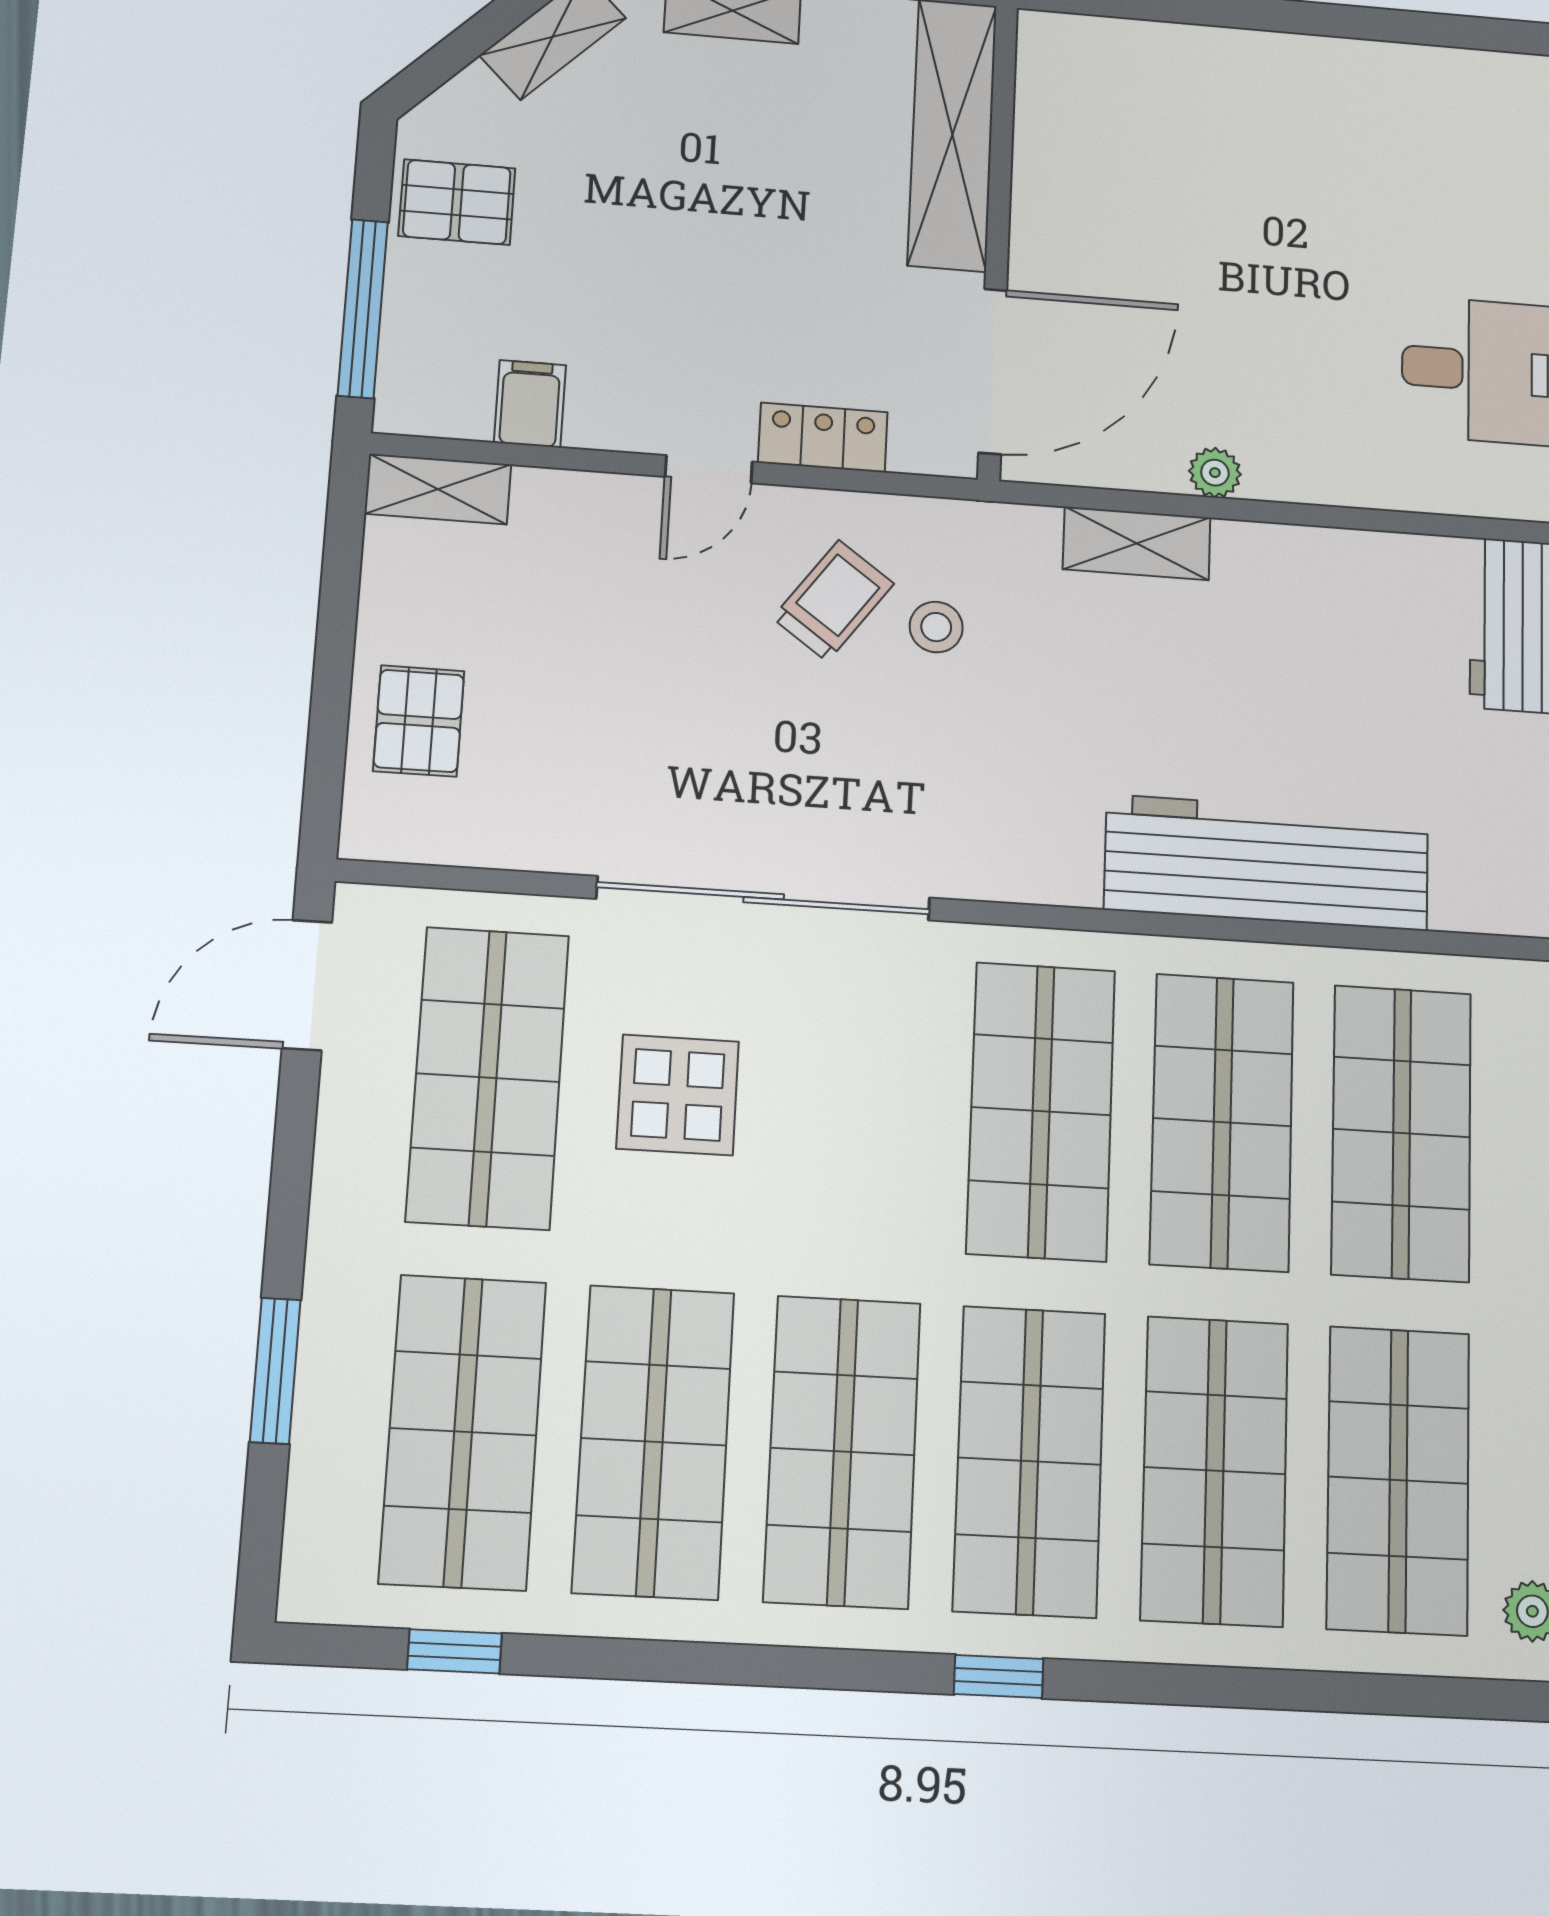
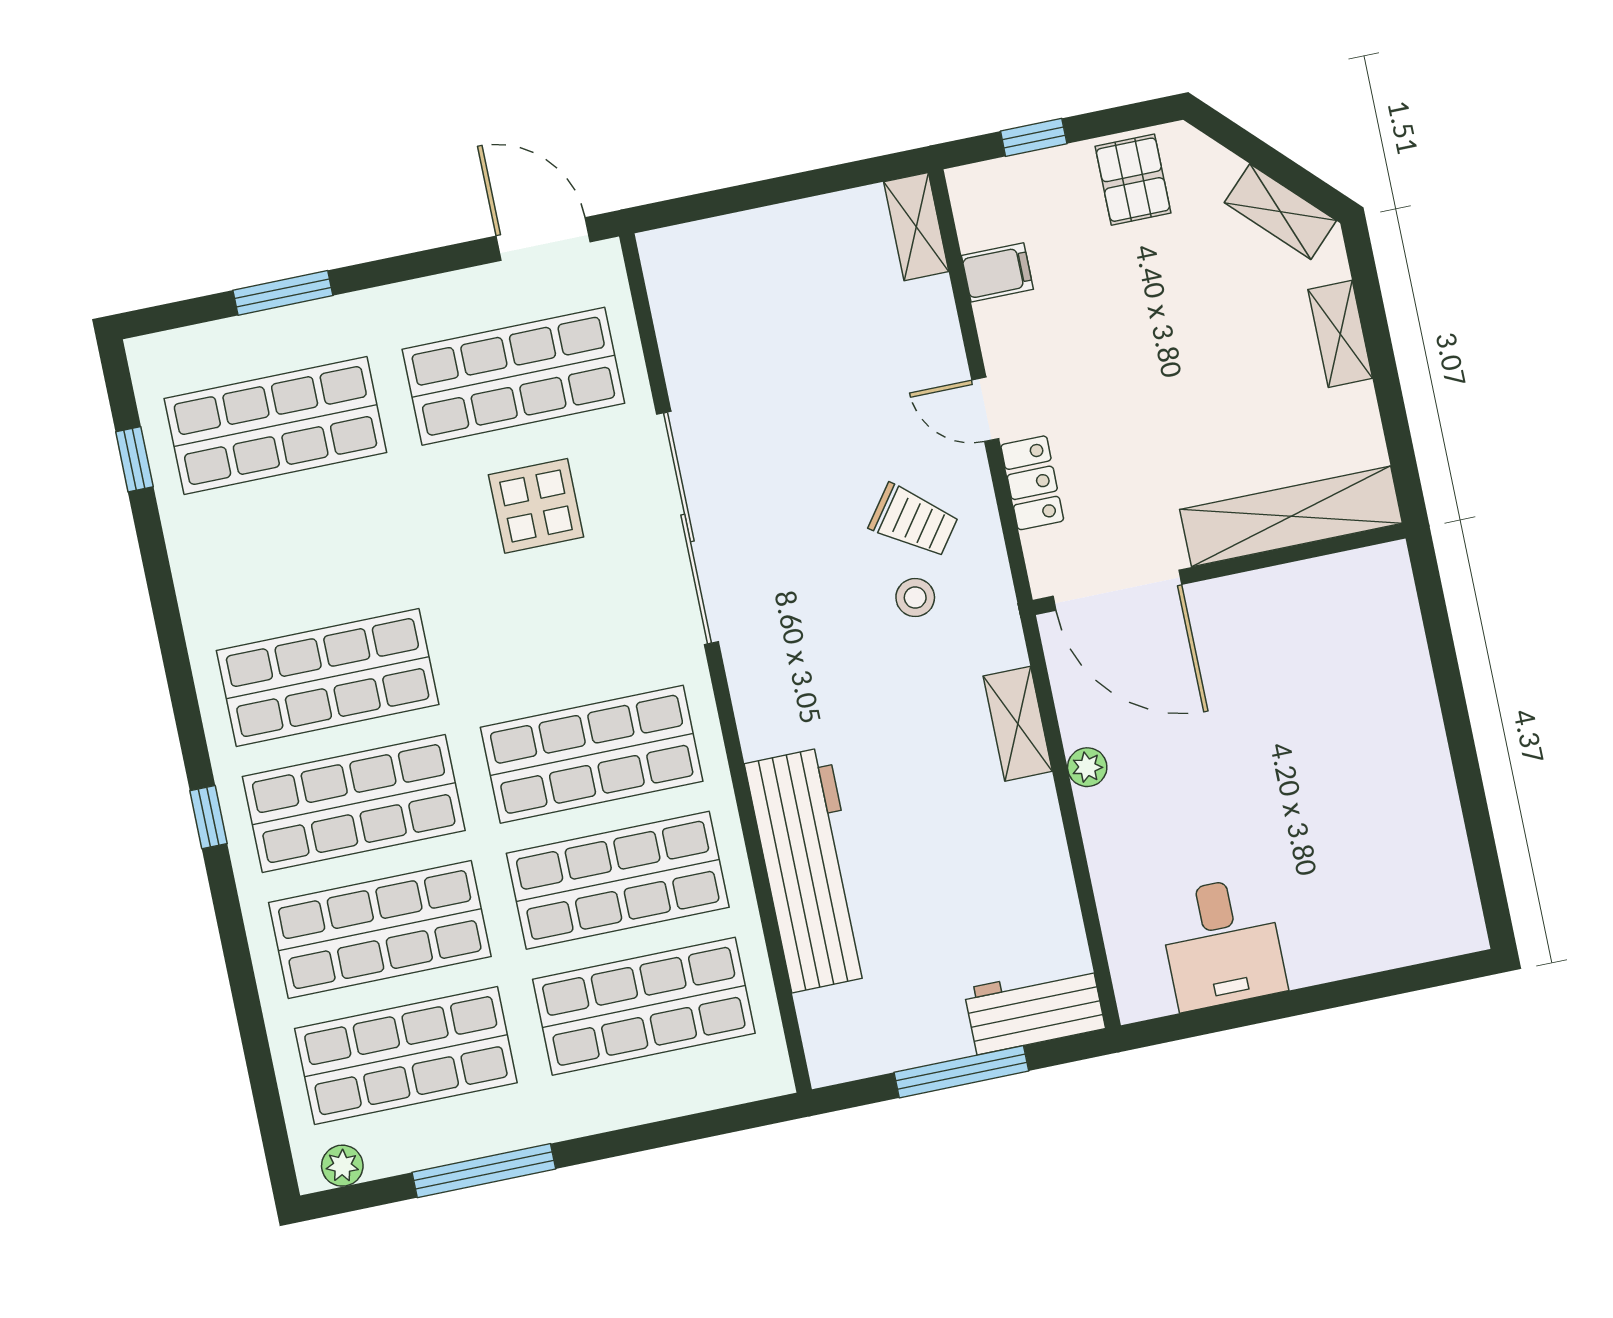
window: (363, 309) -> (1034, 137), width x0.46
pallet: (419, 721) -> (746, 261), removed
shop shelf: (654, 1442) -> (302, 552), removed

